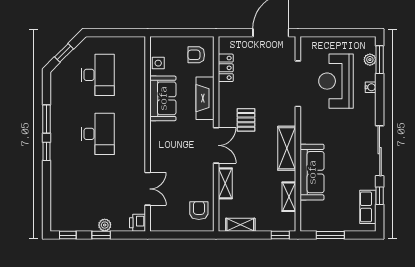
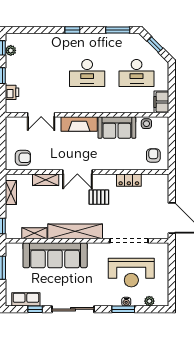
filing cabinet: (132, 45) -> (161, 102), added
window: (380, 60) -> (123, 309), moved
locker: (226, 68) -> (129, 180), moved
reception desk: (336, 81) -> (131, 273), turned 180
fireplace: (205, 98) -> (79, 124), moved, turned 180
window: (47, 119) -> (118, 30), moved
shelving: (287, 148) -> (75, 231), width x1.47
sofa: (312, 172) -> (55, 255), width x1.36, depth x1.27
printer: (138, 223) -> (12, 92), moved, turned 90
plant: (105, 225) -> (11, 50), moved

